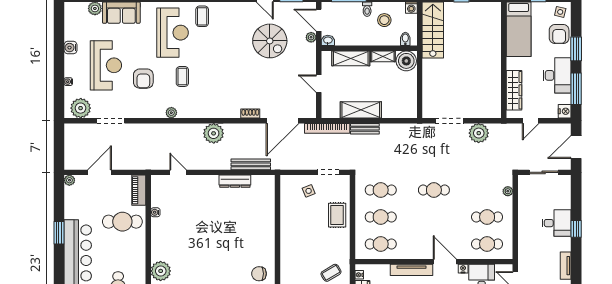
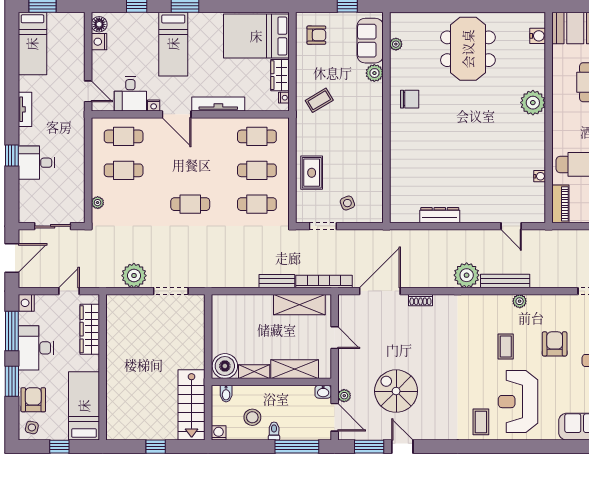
shelving: (361, 110) -> (299, 305), moved
bench: (251, 164) -> (505, 281), moved

